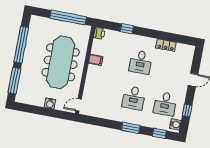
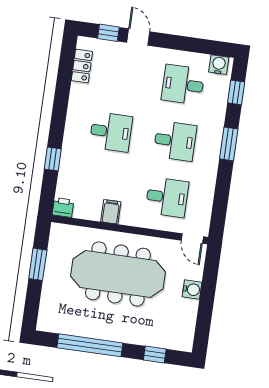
window: (68, 18) -> (38, 264), width x0.47
locker: (166, 45) -> (82, 66), moved
window: (14, 81) -> (155, 355), width x0.46
desk: (102, 92) -> (167, 197), added
desk: (165, 104) -> (183, 85), turned 180
window: (187, 111) -> (108, 33), moved

